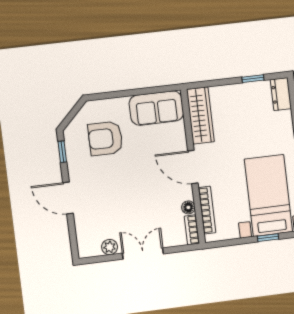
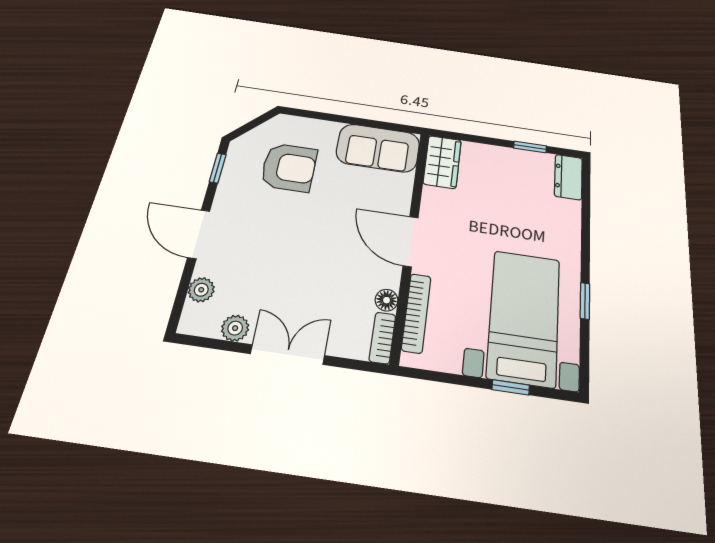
wardrobe: (200, 116) -> (442, 162), width x0.67
armchair: (105, 138) -> (289, 167), turned 180
plant: (83, 231) -> (201, 290), added

